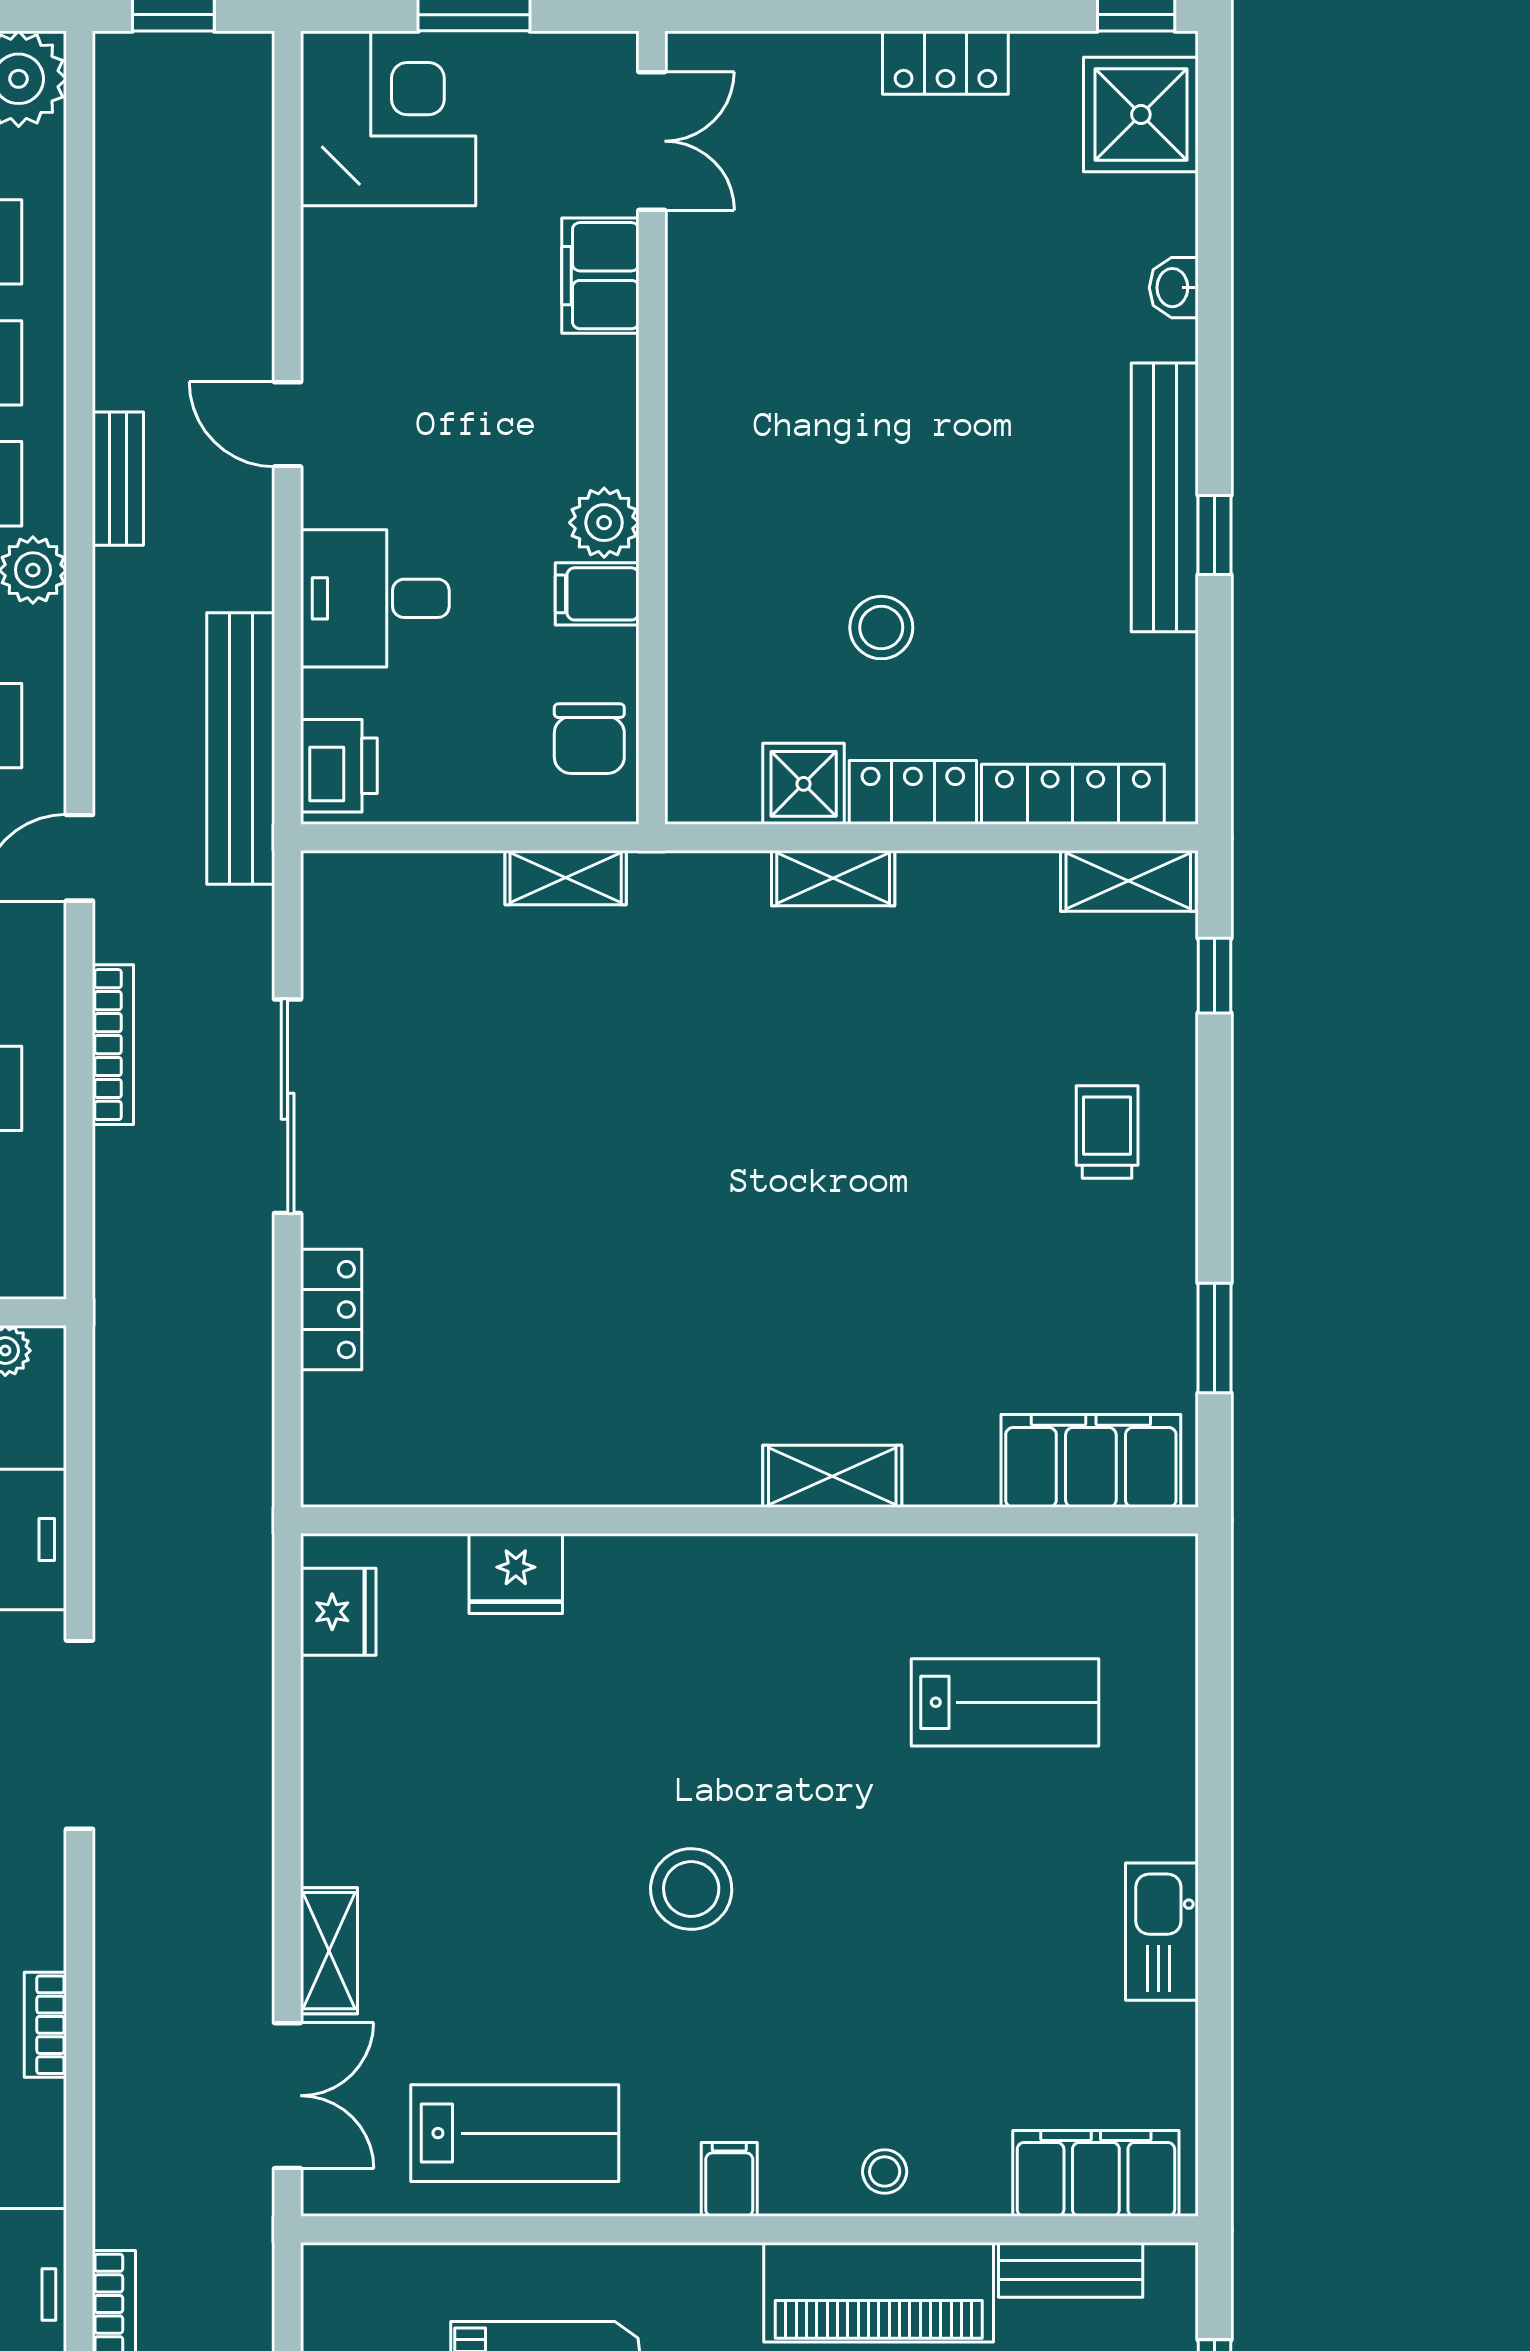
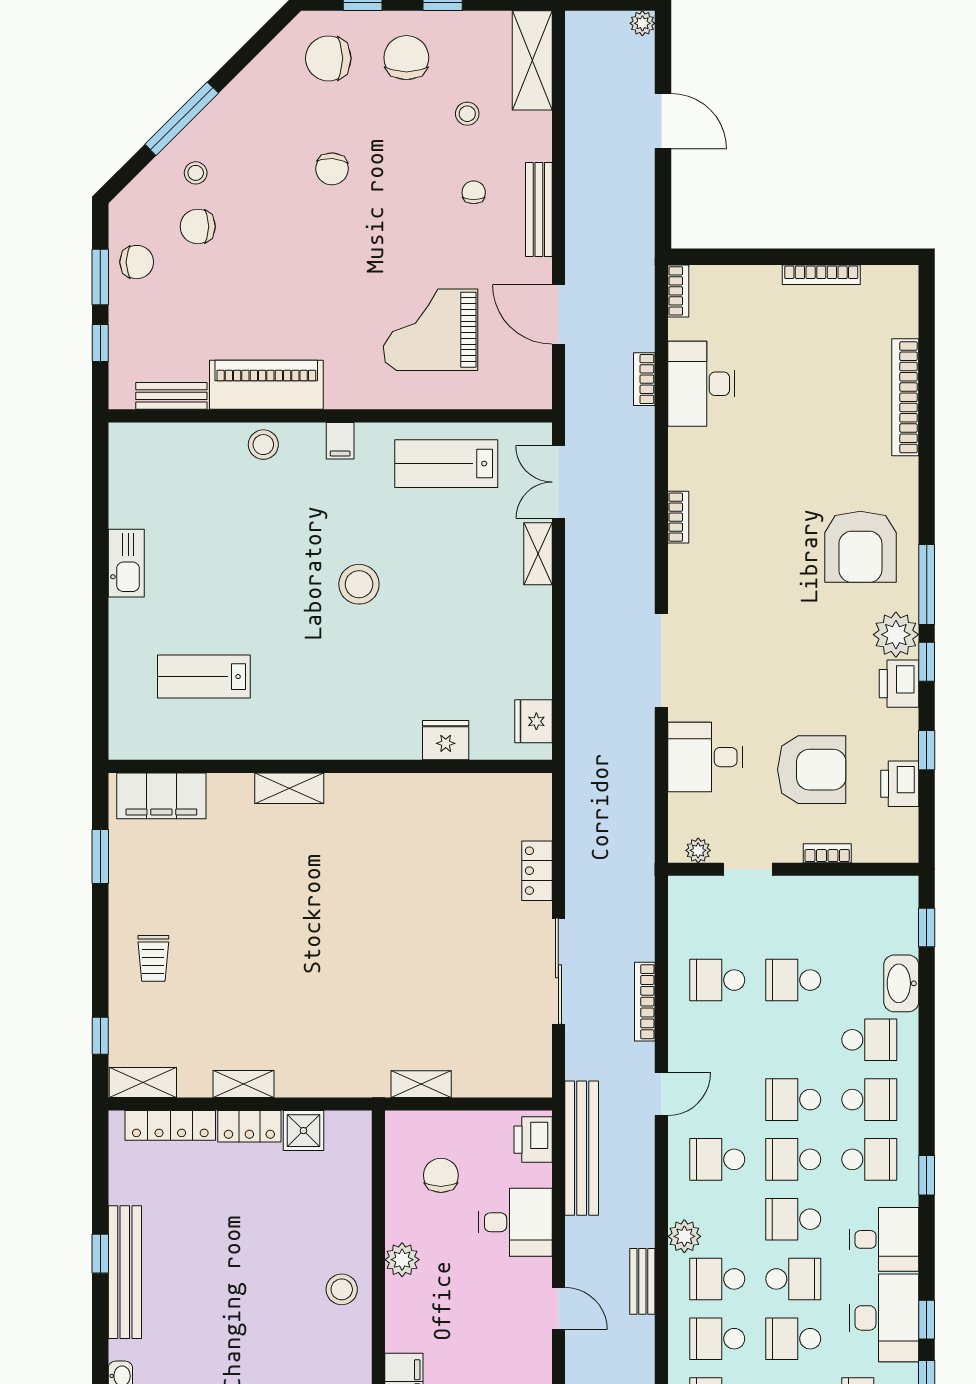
filing cabinet: (597, 594) -> (405, 1224), removed
stool: (881, 628) -> (342, 1289), moved
chair: (589, 739) -> (441, 1175), moved
shelving: (833, 878) -> (243, 1084), moved
stool: (885, 2172) -> (263, 445), width x1.37, depth x1.37
filing cabinet: (1096, 2173) -> (159, 444), removed

